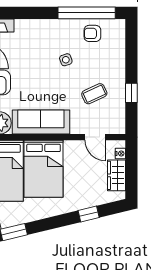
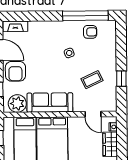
armchair: (92, 33) -> (90, 32), turned 180

